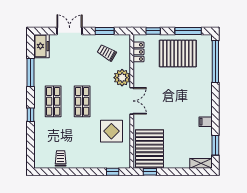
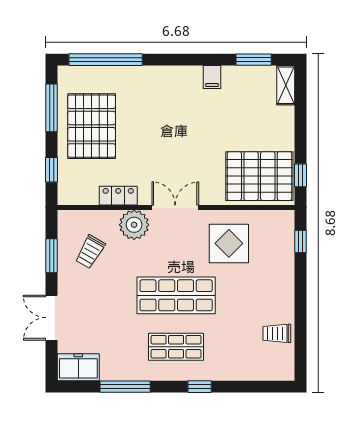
locker: (138, 52) -> (118, 196), moved
shop shelf: (82, 101) -> (176, 295), width x1.43, depth x1.36

